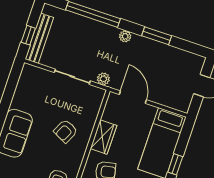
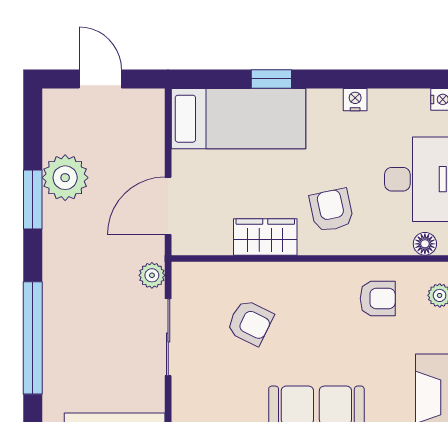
plant: (125, 36) -> (65, 178), moved, width x1.87, depth x1.87
armchair: (66, 131) -> (250, 323), moved

